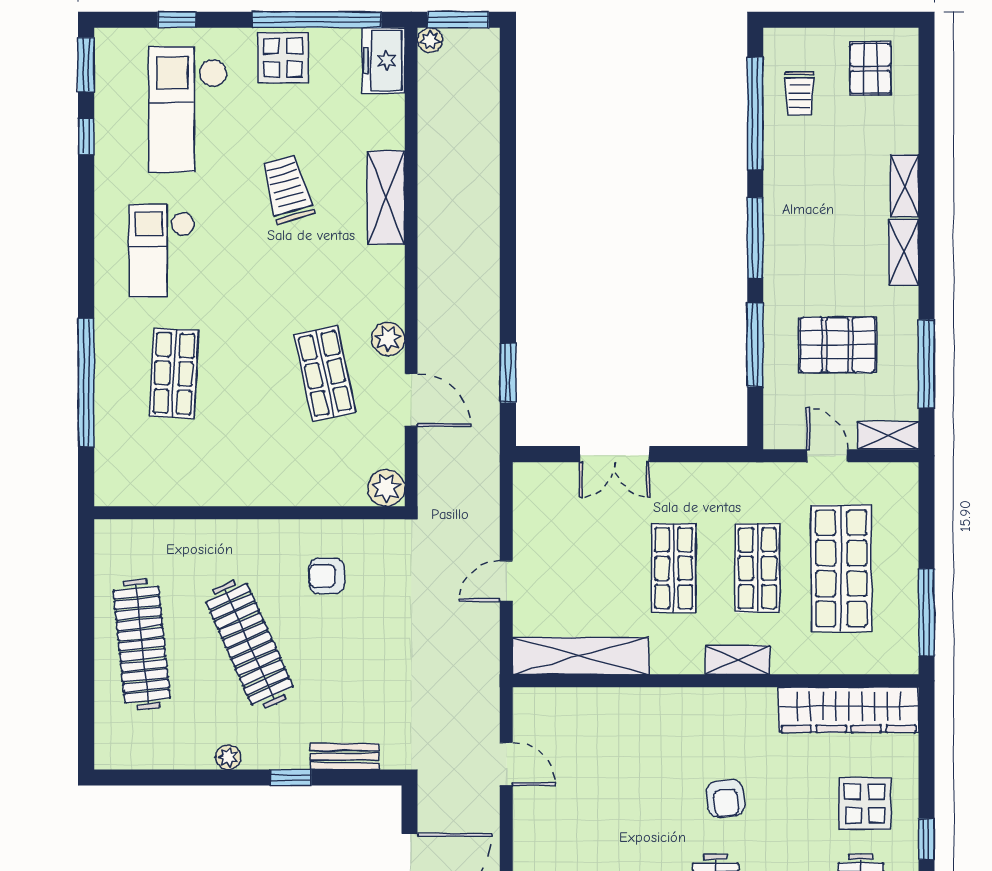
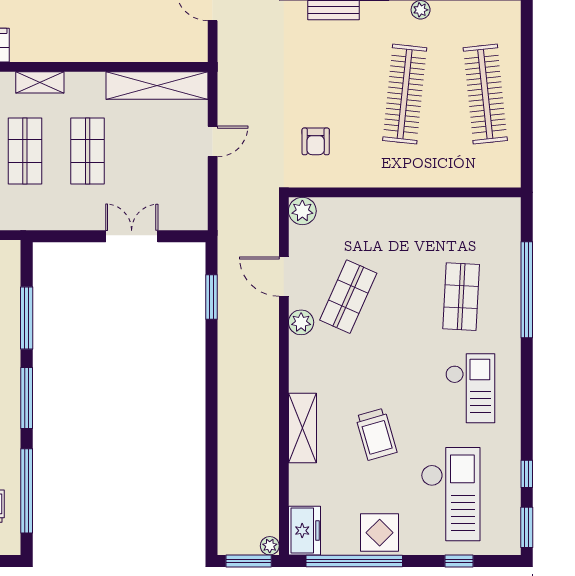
shop shelf: (325, 373) -> (348, 297), turned 36
armchair: (327, 576) -> (316, 141), moved, turned 90
clothes rail: (249, 644) -> (405, 94), turned 30

